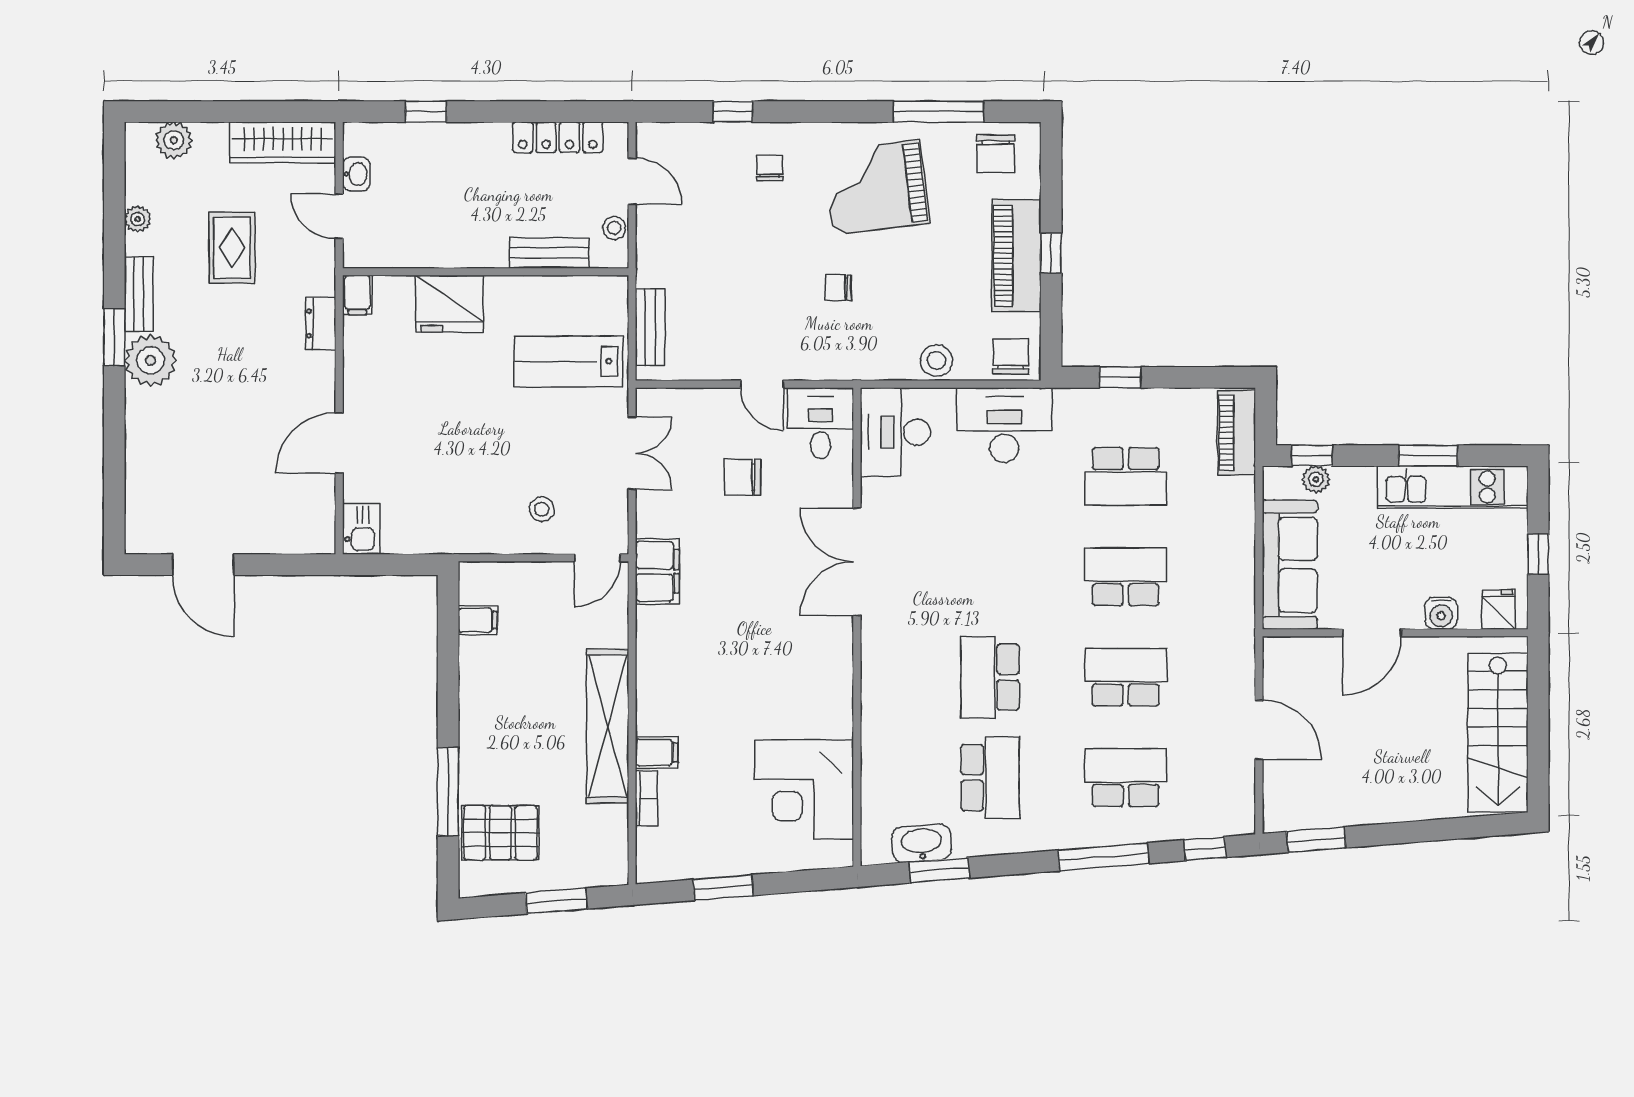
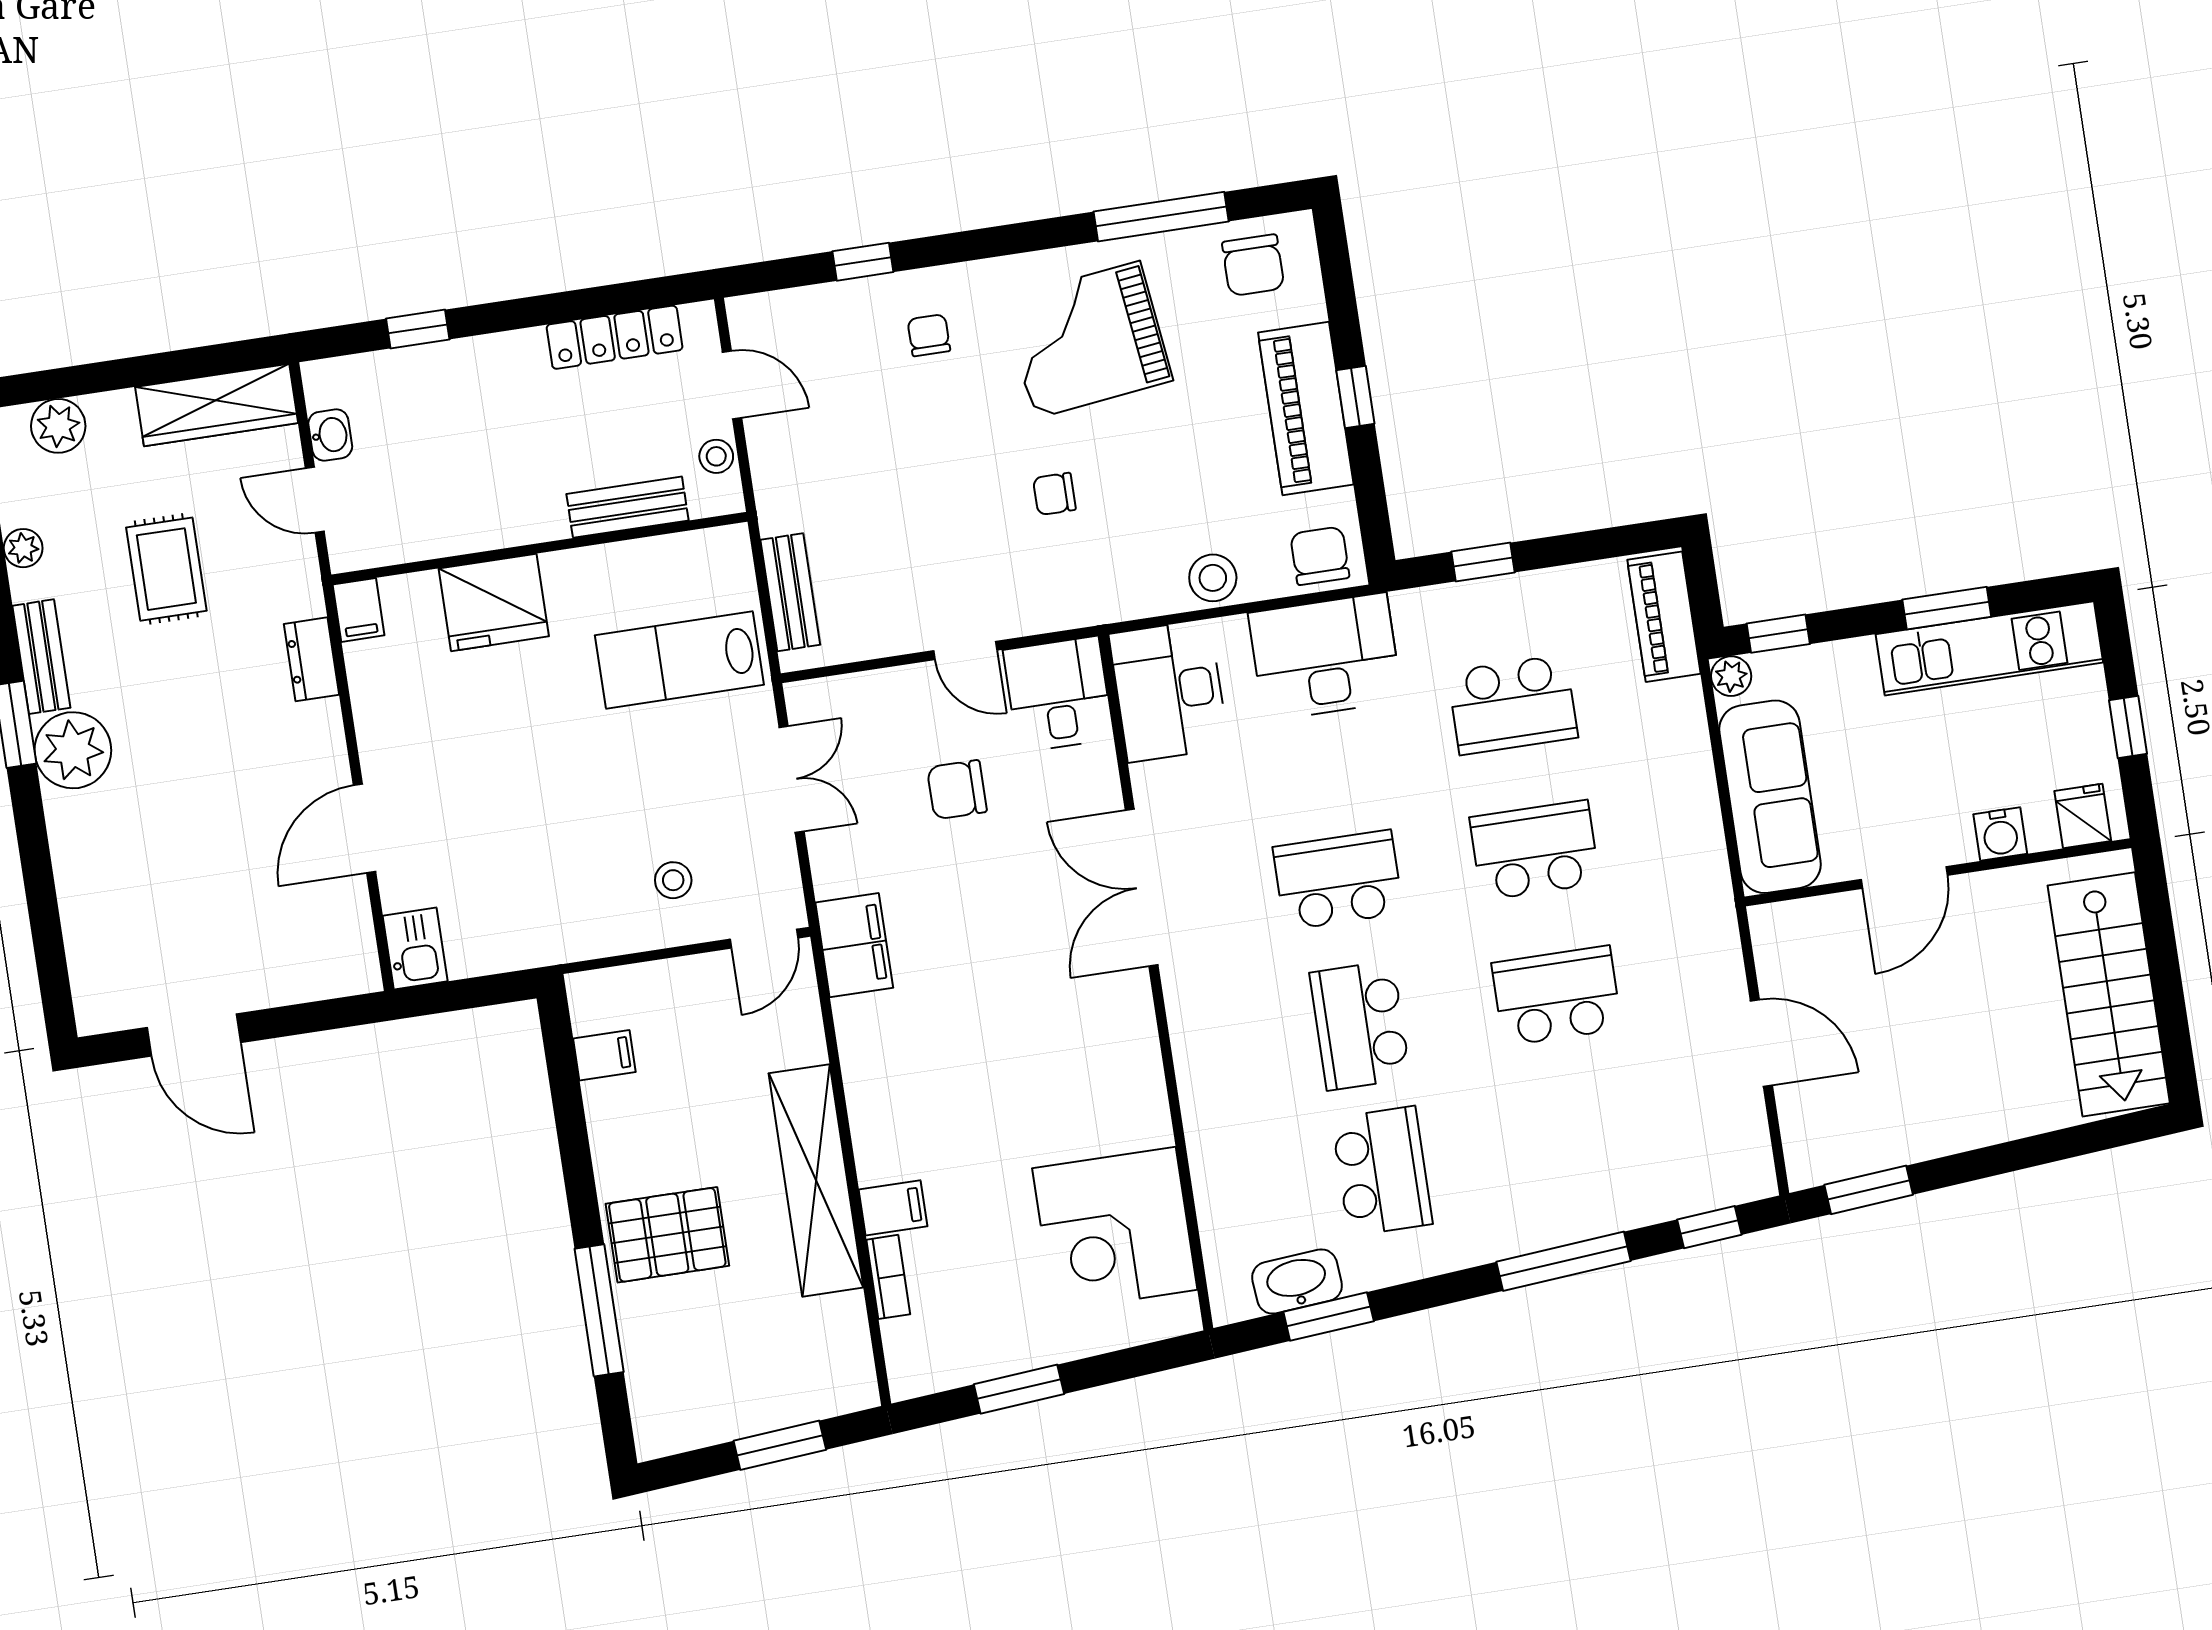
plant: (1316, 479) -> (1731, 676), moved
school desk: (1126, 778) -> (1338, 880), moved
pallet: (500, 833) -> (667, 1235), moved

